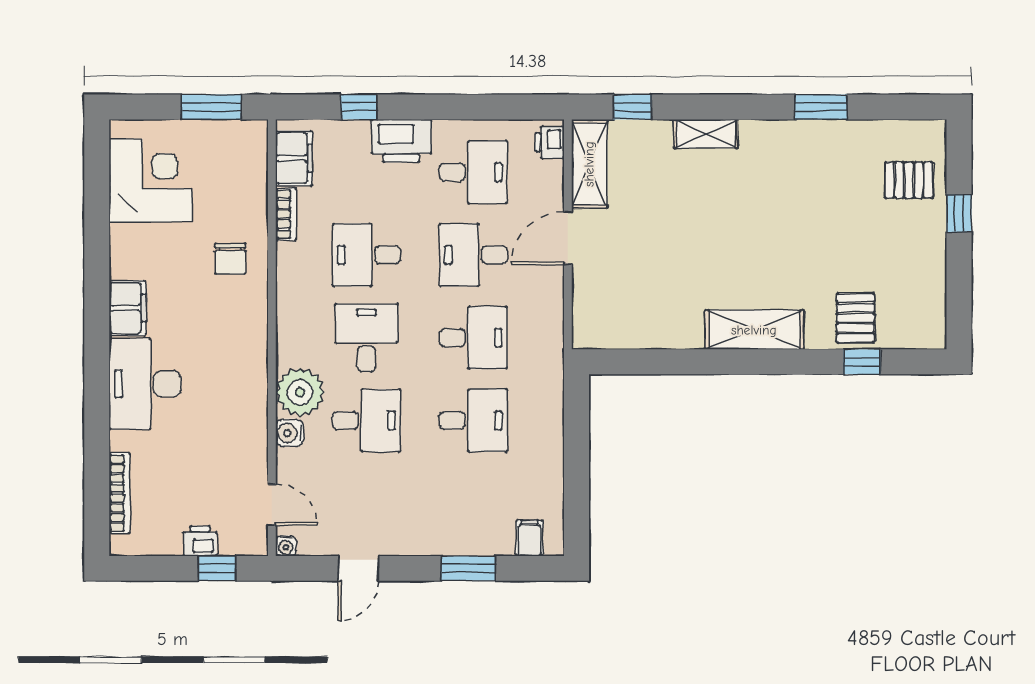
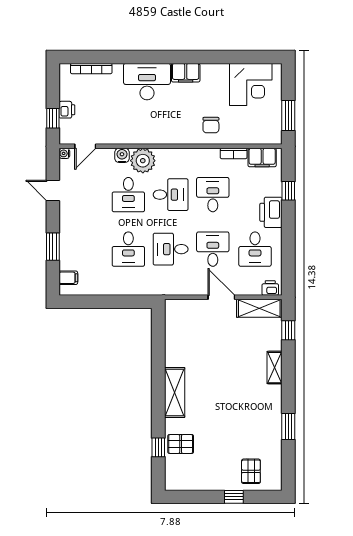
chair: (230, 259) -> (211, 125), turned -90
desk: (473, 338) -> (171, 249), turned 90

